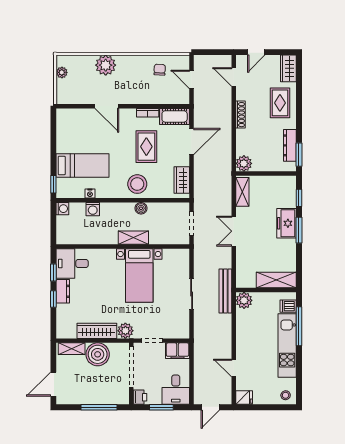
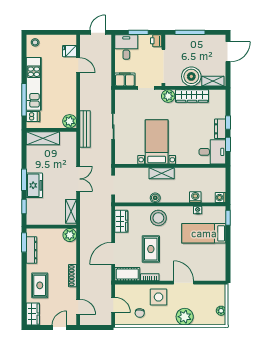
side table: (137, 89) -> (159, 297), added
fridge: (244, 398) -> (70, 51), moved

